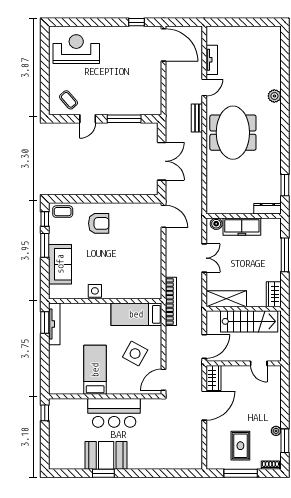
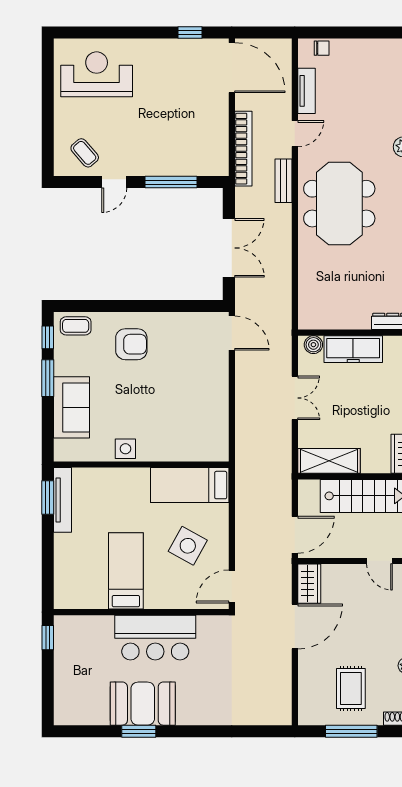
chair: (221, 32) -> (322, 48), added
bookcase: (171, 301) -> (243, 149), moved

